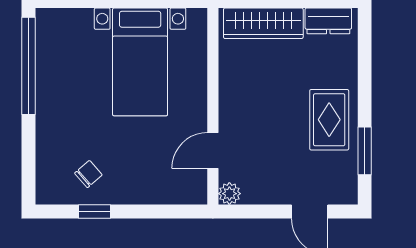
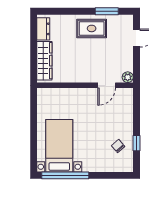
bed with nightstands: (140, 62) -> (59, 146), moved, turned -90
door: (213, 150) -> (107, 85), hinge flipped

